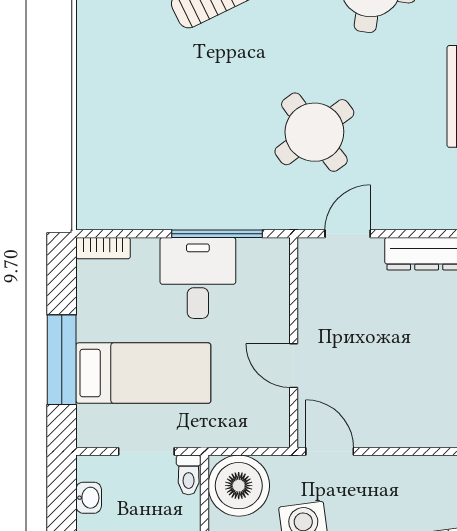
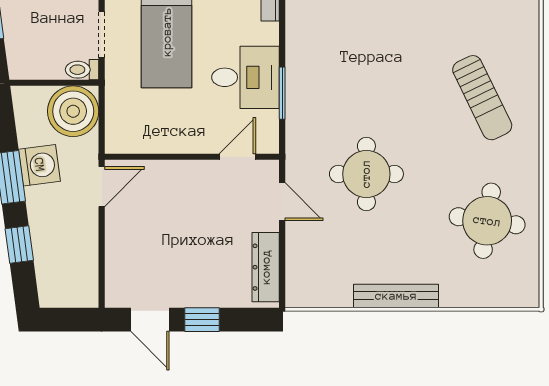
round table: (314, 132) -> (366, 174), turned 37
window: (217, 234) -> (282, 93), width x0.69
door: (294, 366) -> (237, 157), moved

